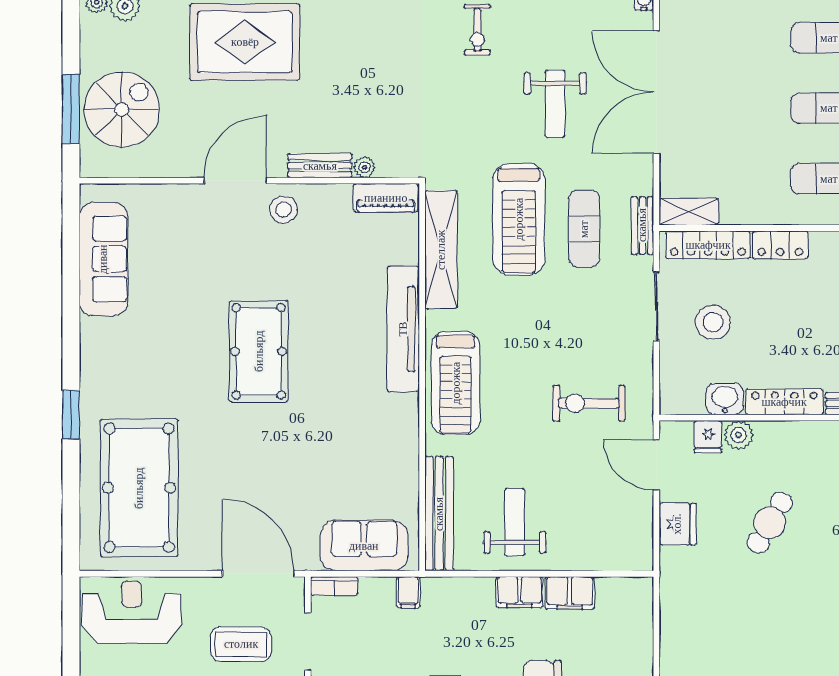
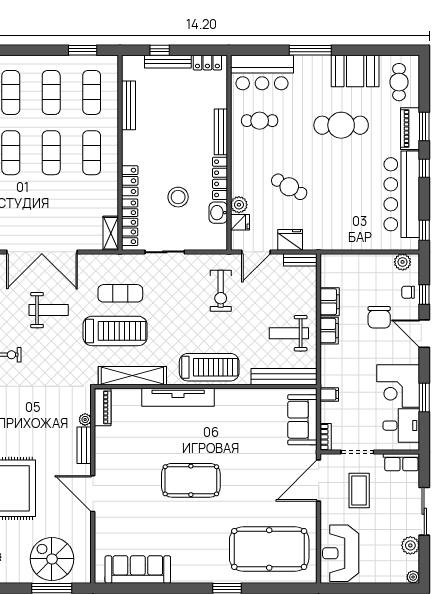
stool: (284, 210) -> (109, 466), removed
bench: (642, 225) -> (300, 260), moved
stool: (713, 322) -> (178, 197), moved

